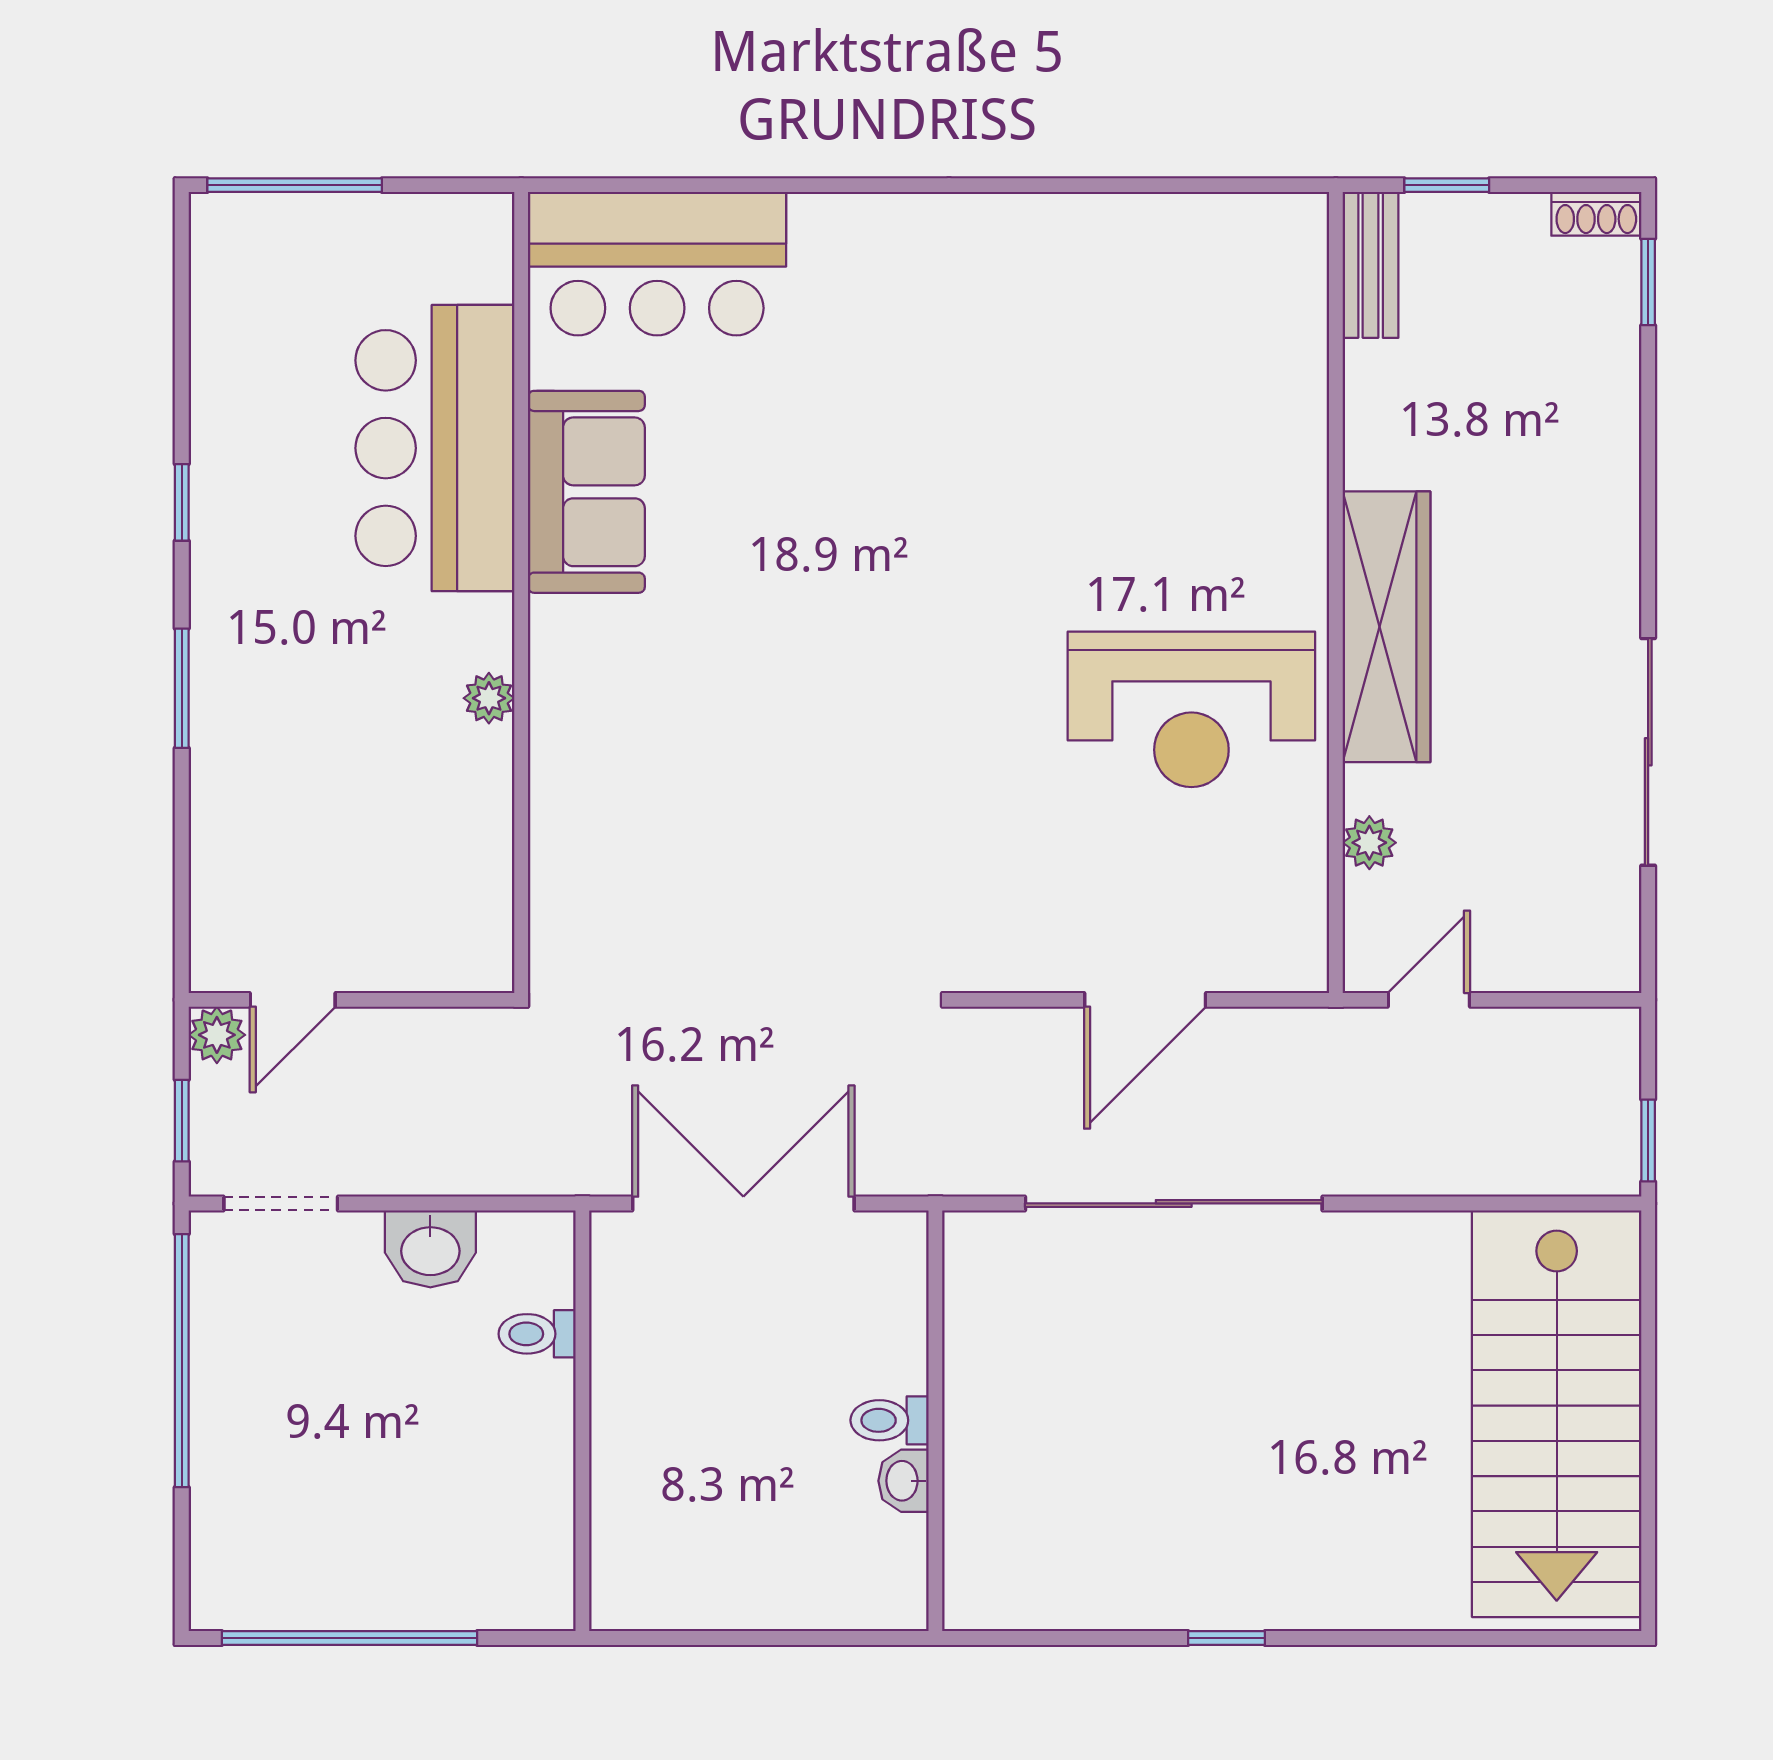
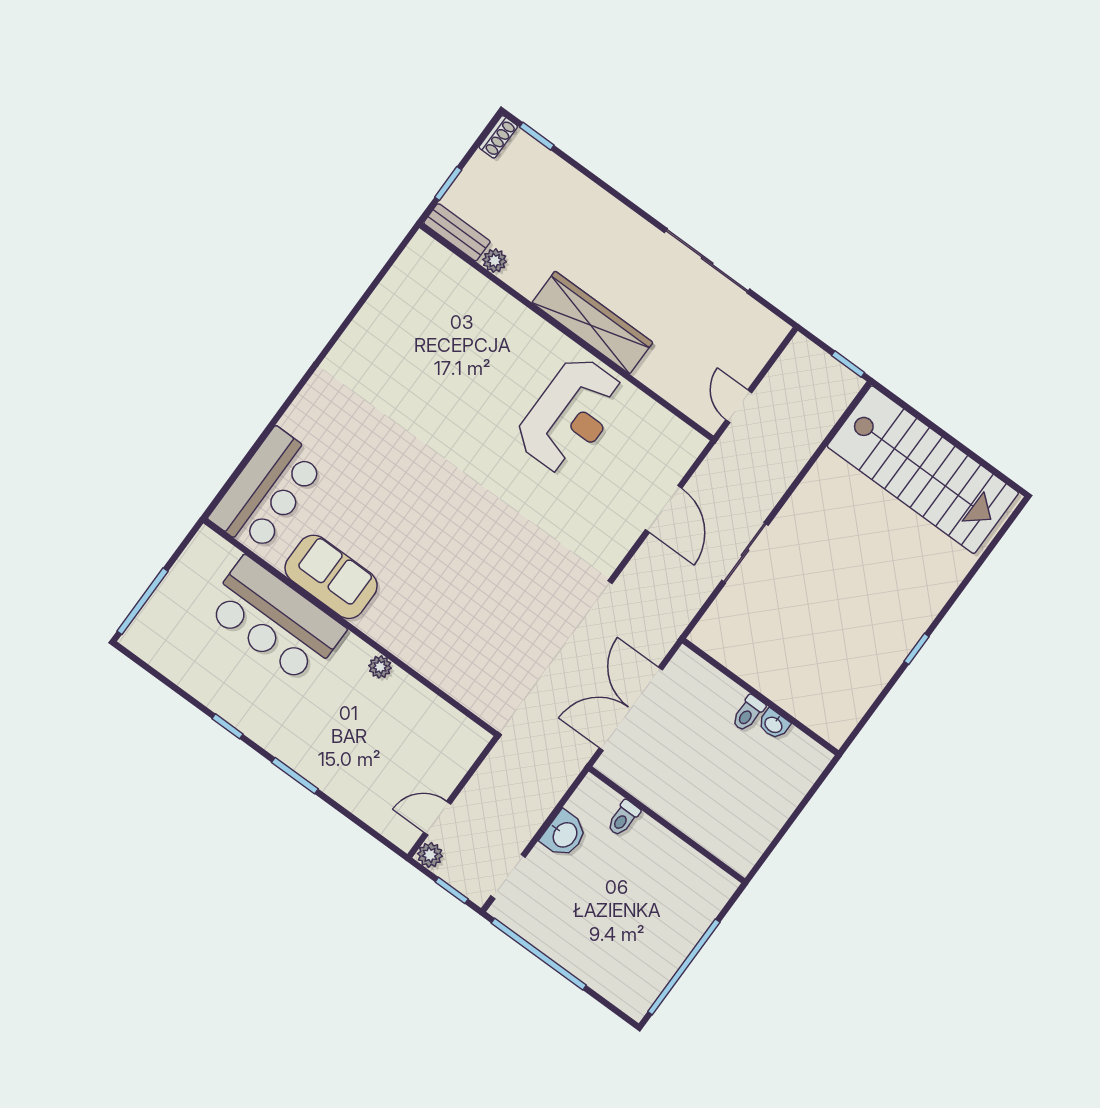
plant: (1369, 843) -> (495, 261), moved
door: (293, 1000) -> (437, 818), swing flipped
sliding door: (1174, 1203) -> (745, 553), width x0.54

